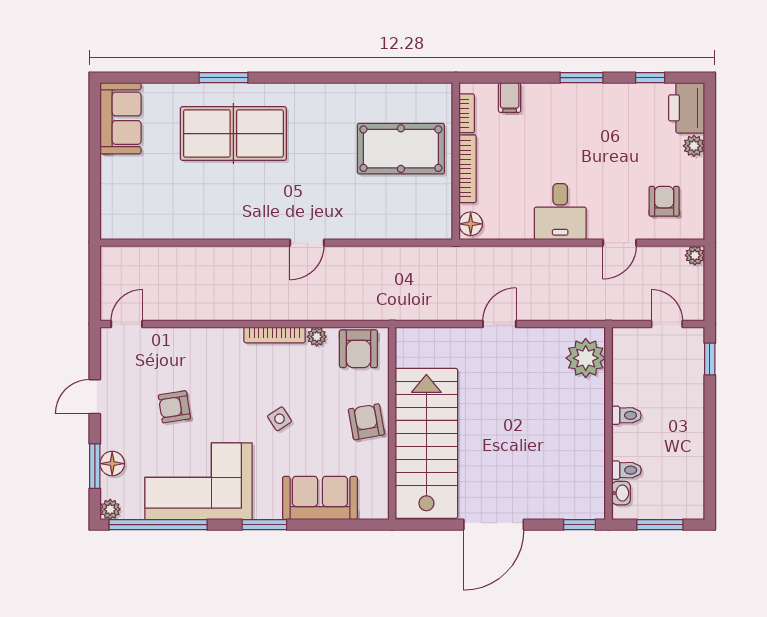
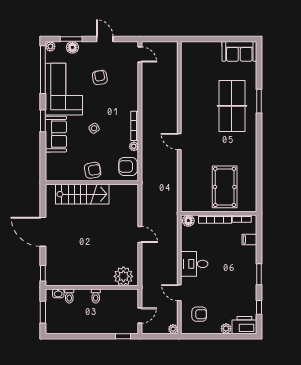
stairs: (426, 443) -> (82, 194), width x0.73, depth x0.66
sofa: (320, 498) -> (56, 134), moved

